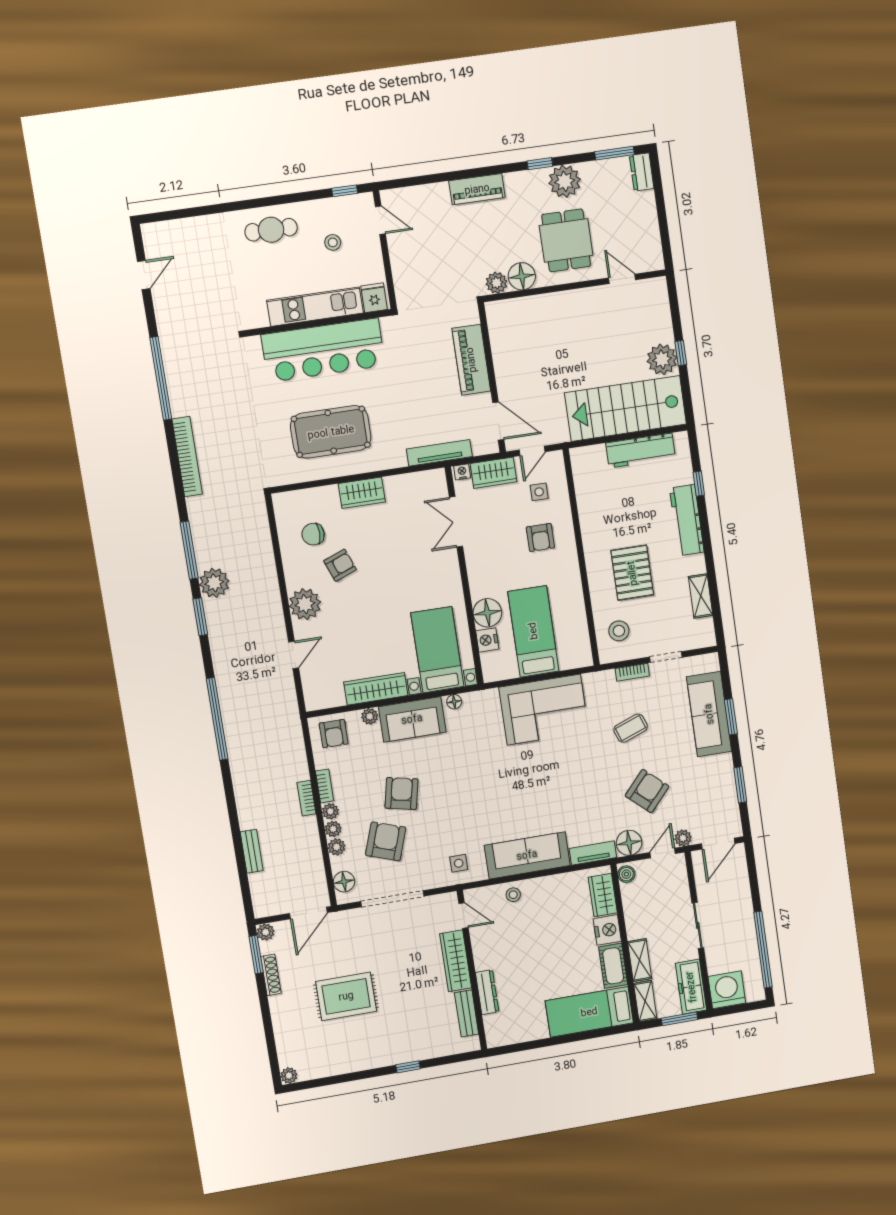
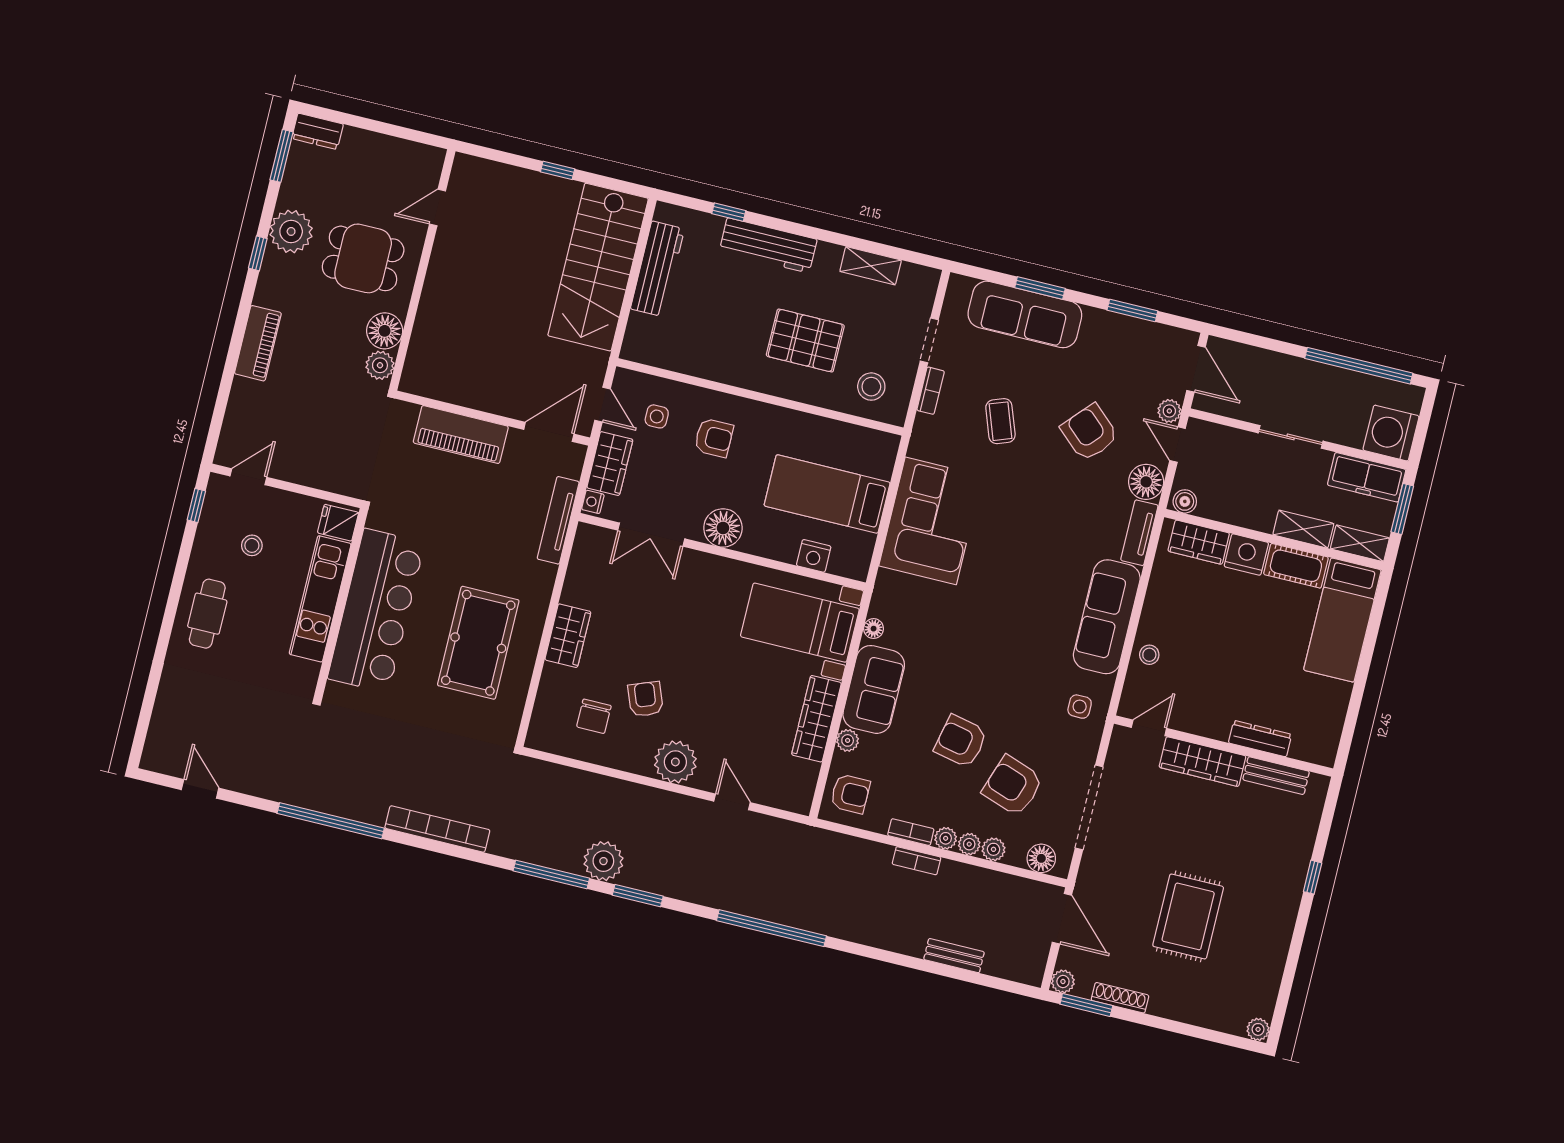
plant: (662, 359) -> (556, 197), removed
floor lamp: (487, 613) -> (723, 528), moved

